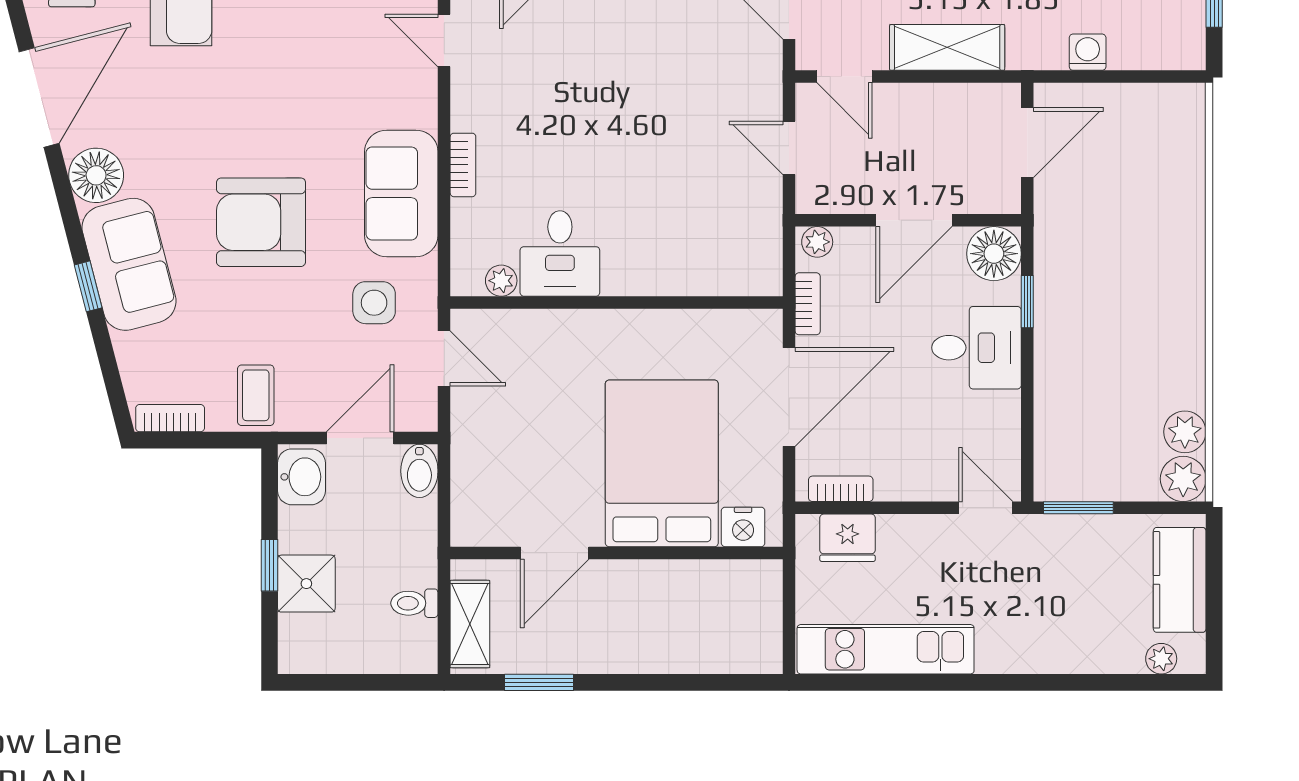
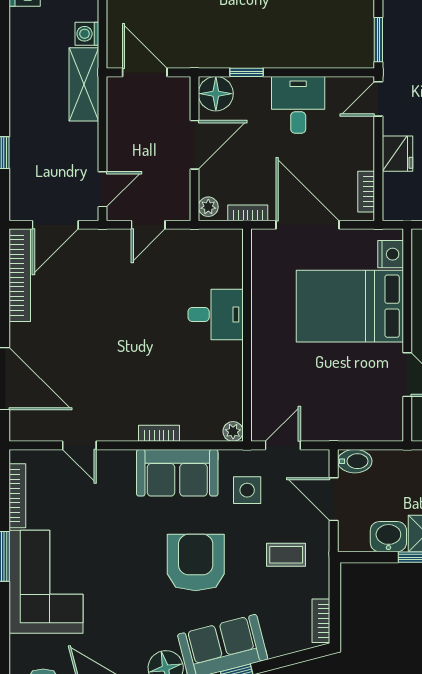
door: (444, 40) -> (79, 445), hinge flipped
shelving: (947, 47) -> (84, 84), moved
door: (914, 220) -> (194, 145), hinge flipped
armchair: (261, 222) -> (196, 562), turned 180
desk: (560, 253) -> (216, 314), moved
plant: (501, 281) -> (233, 431), moved
desk: (976, 348) -> (298, 105), moved
coffee table: (256, 395) -> (286, 555), moved
washbasin: (301, 477) -> (388, 537), moved
fridge: (848, 538) -> (397, 154), moved

